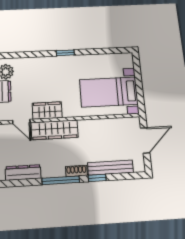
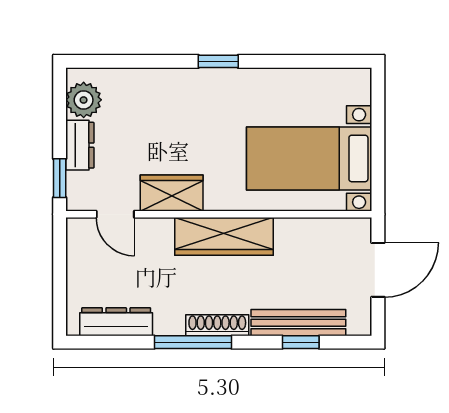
wardrobe: (55, 130) -> (224, 236), moved
shoe rack: (76, 171) -> (217, 325), width x1.43
window: (97, 178) -> (301, 342), moved

